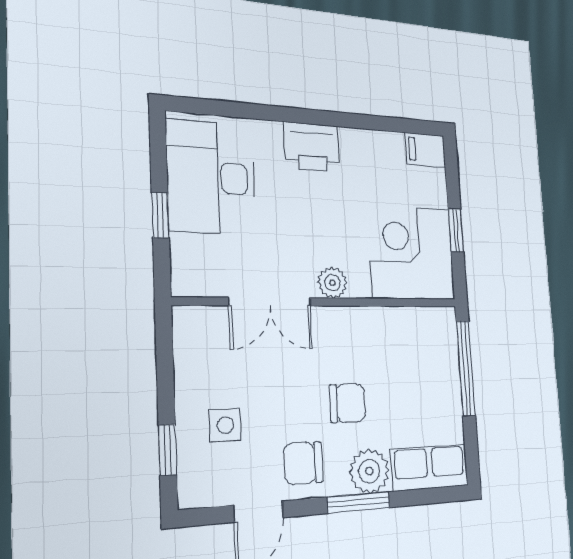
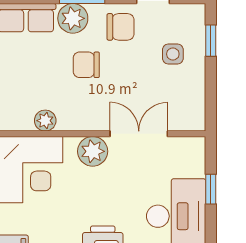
plant: (332, 283) -> (93, 151), width x1.38, depth x1.38
plant: (396, 321) -> (45, 121), added

